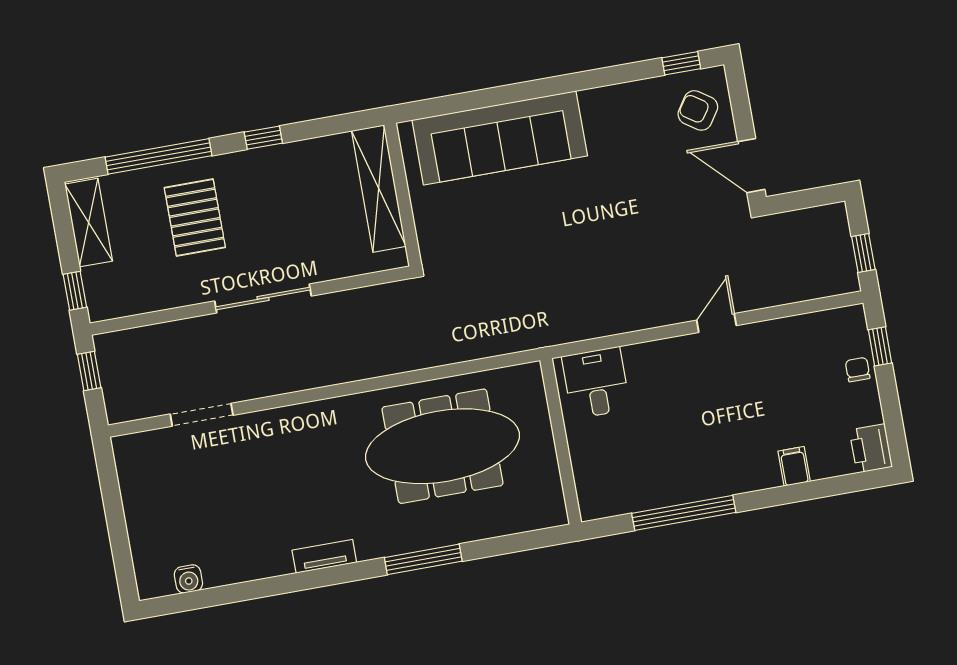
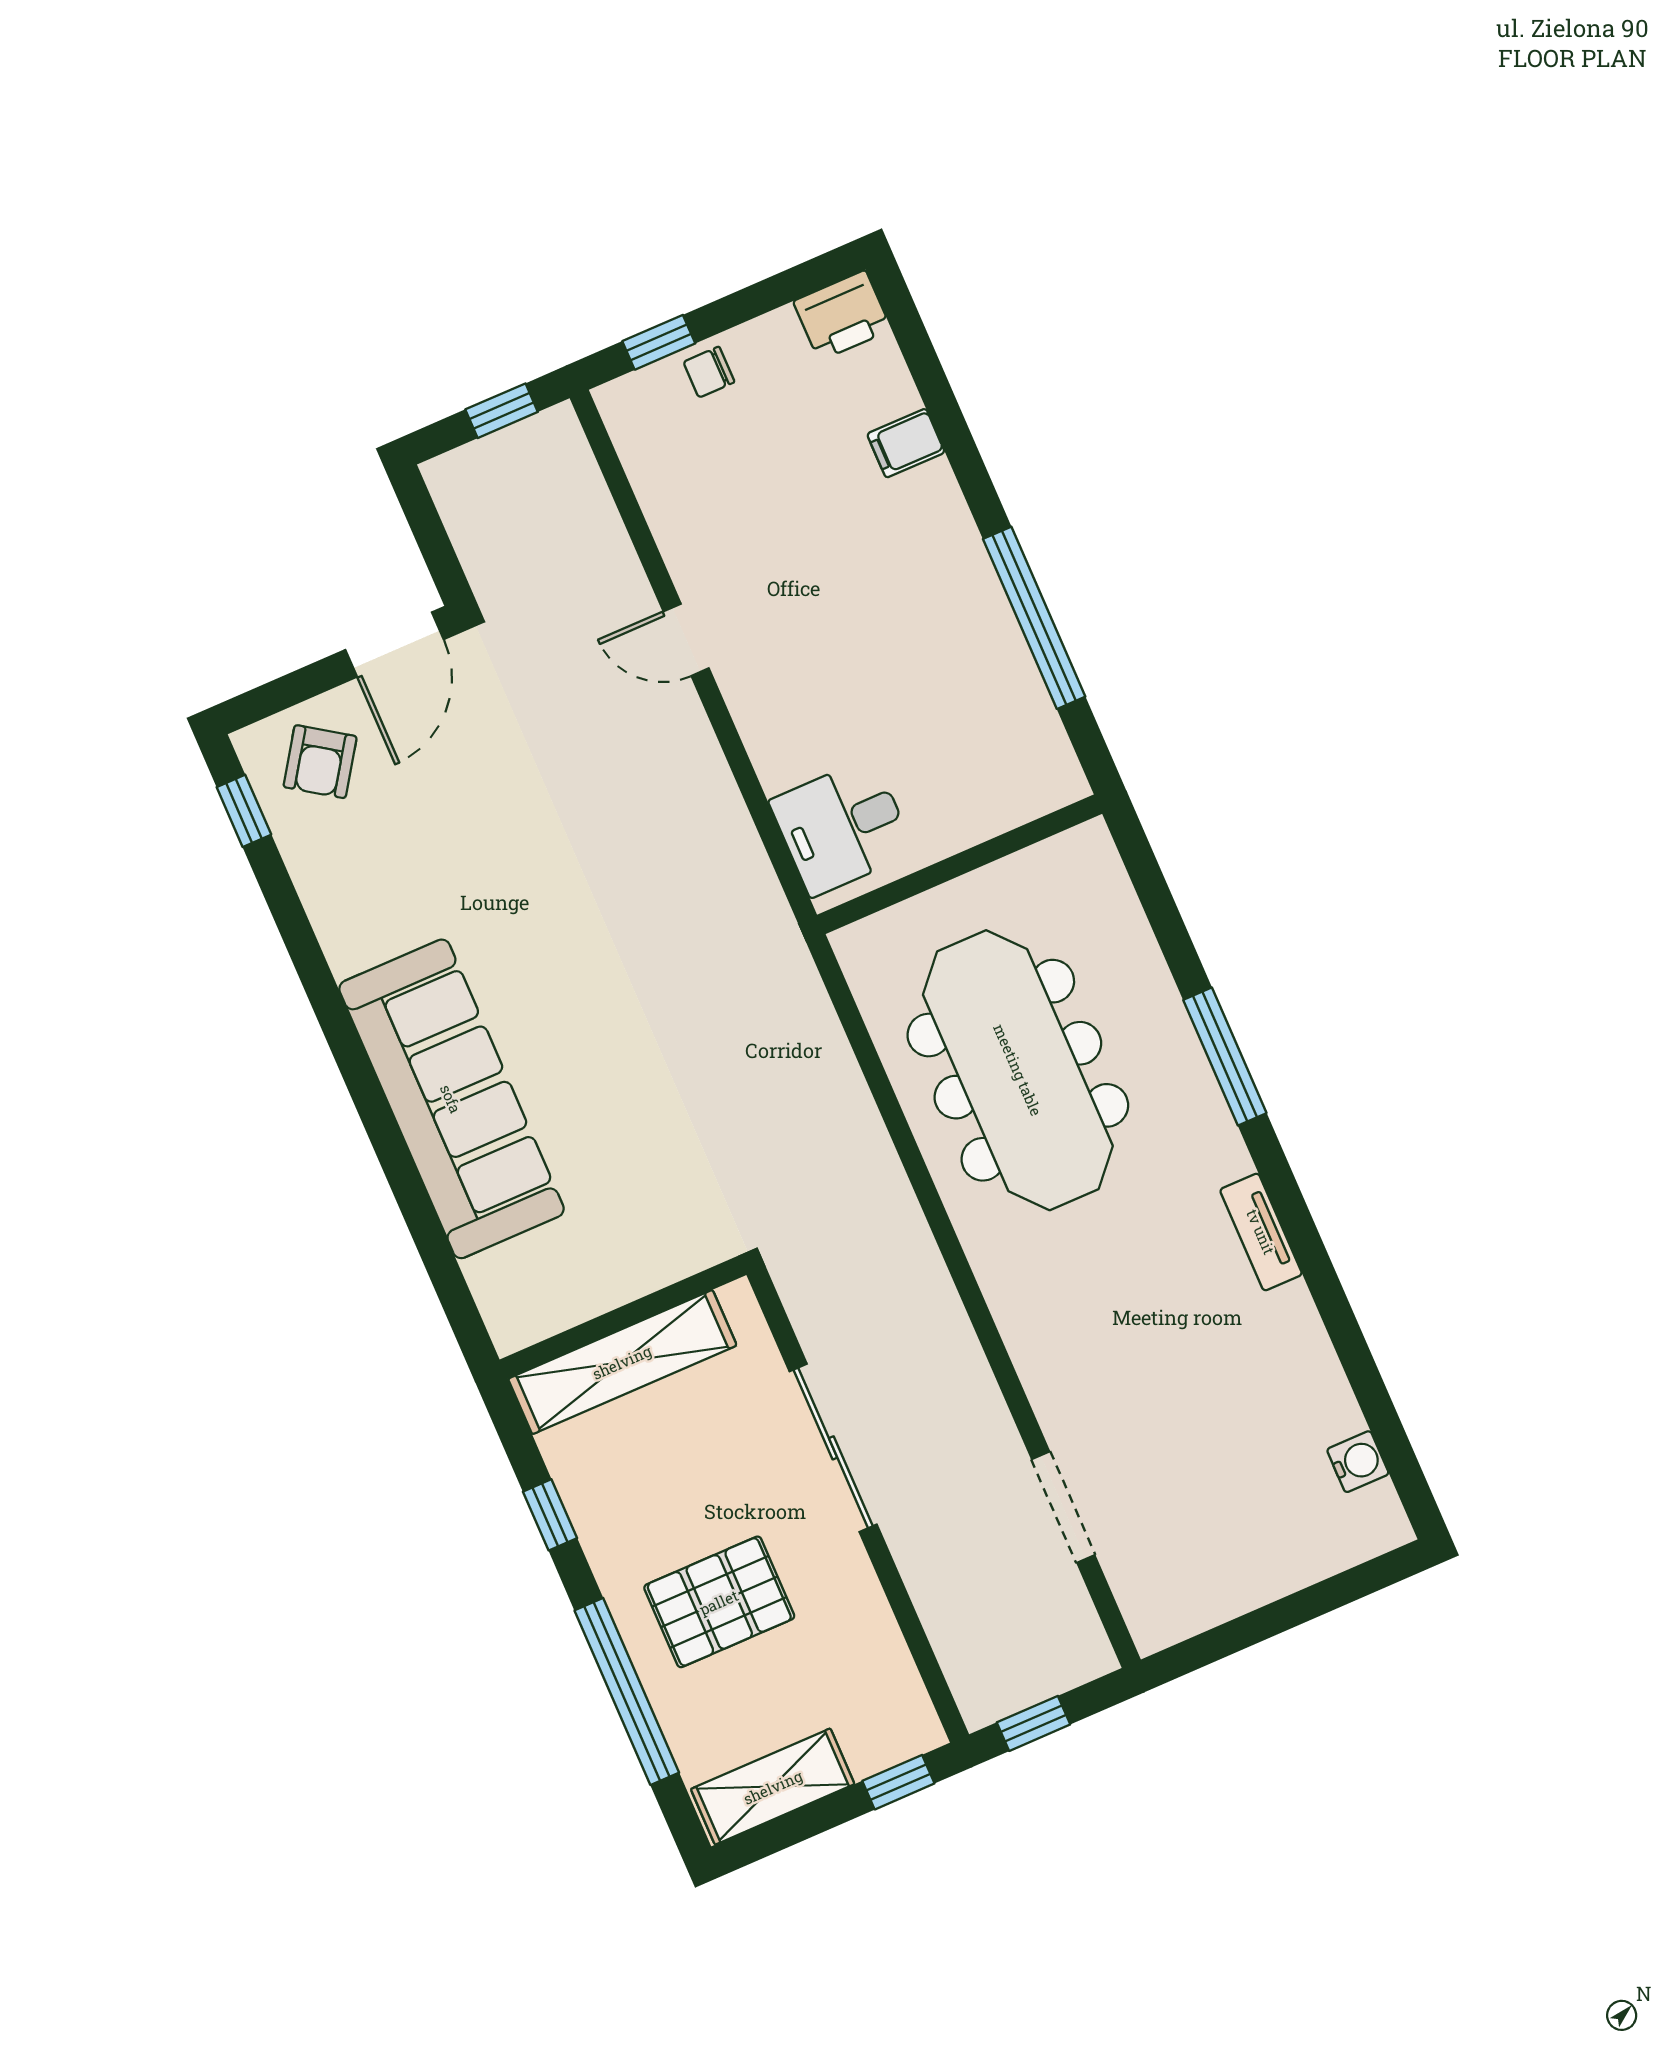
shelving: (379, 189) -> (622, 1362), moved
wall: (403, 195) -> (623, 1317), moved

